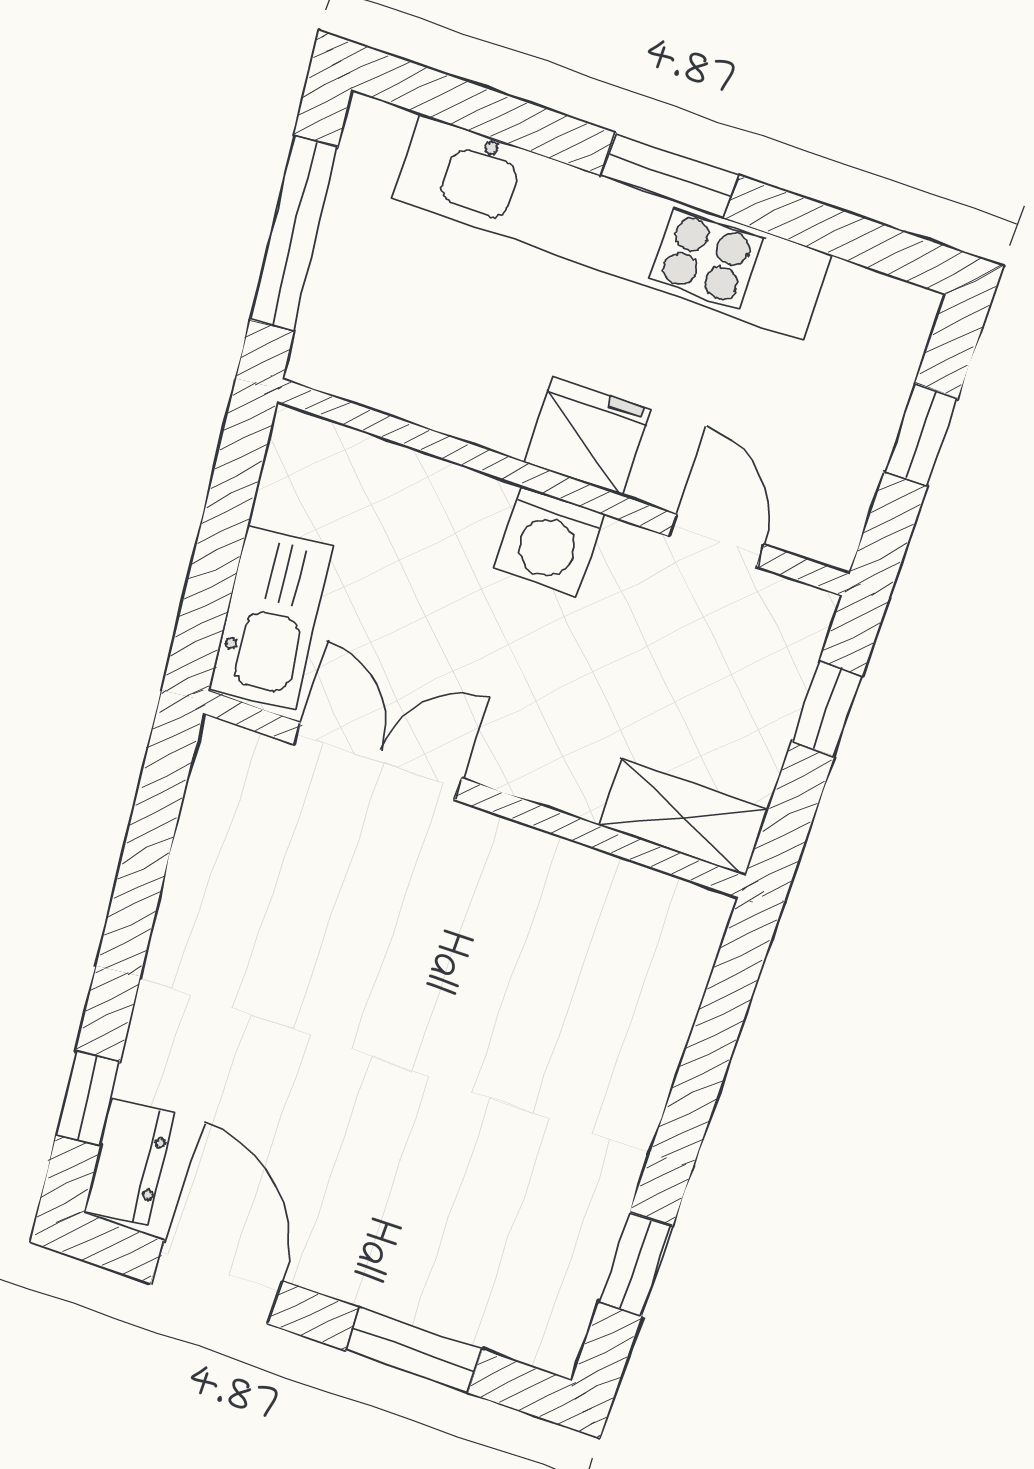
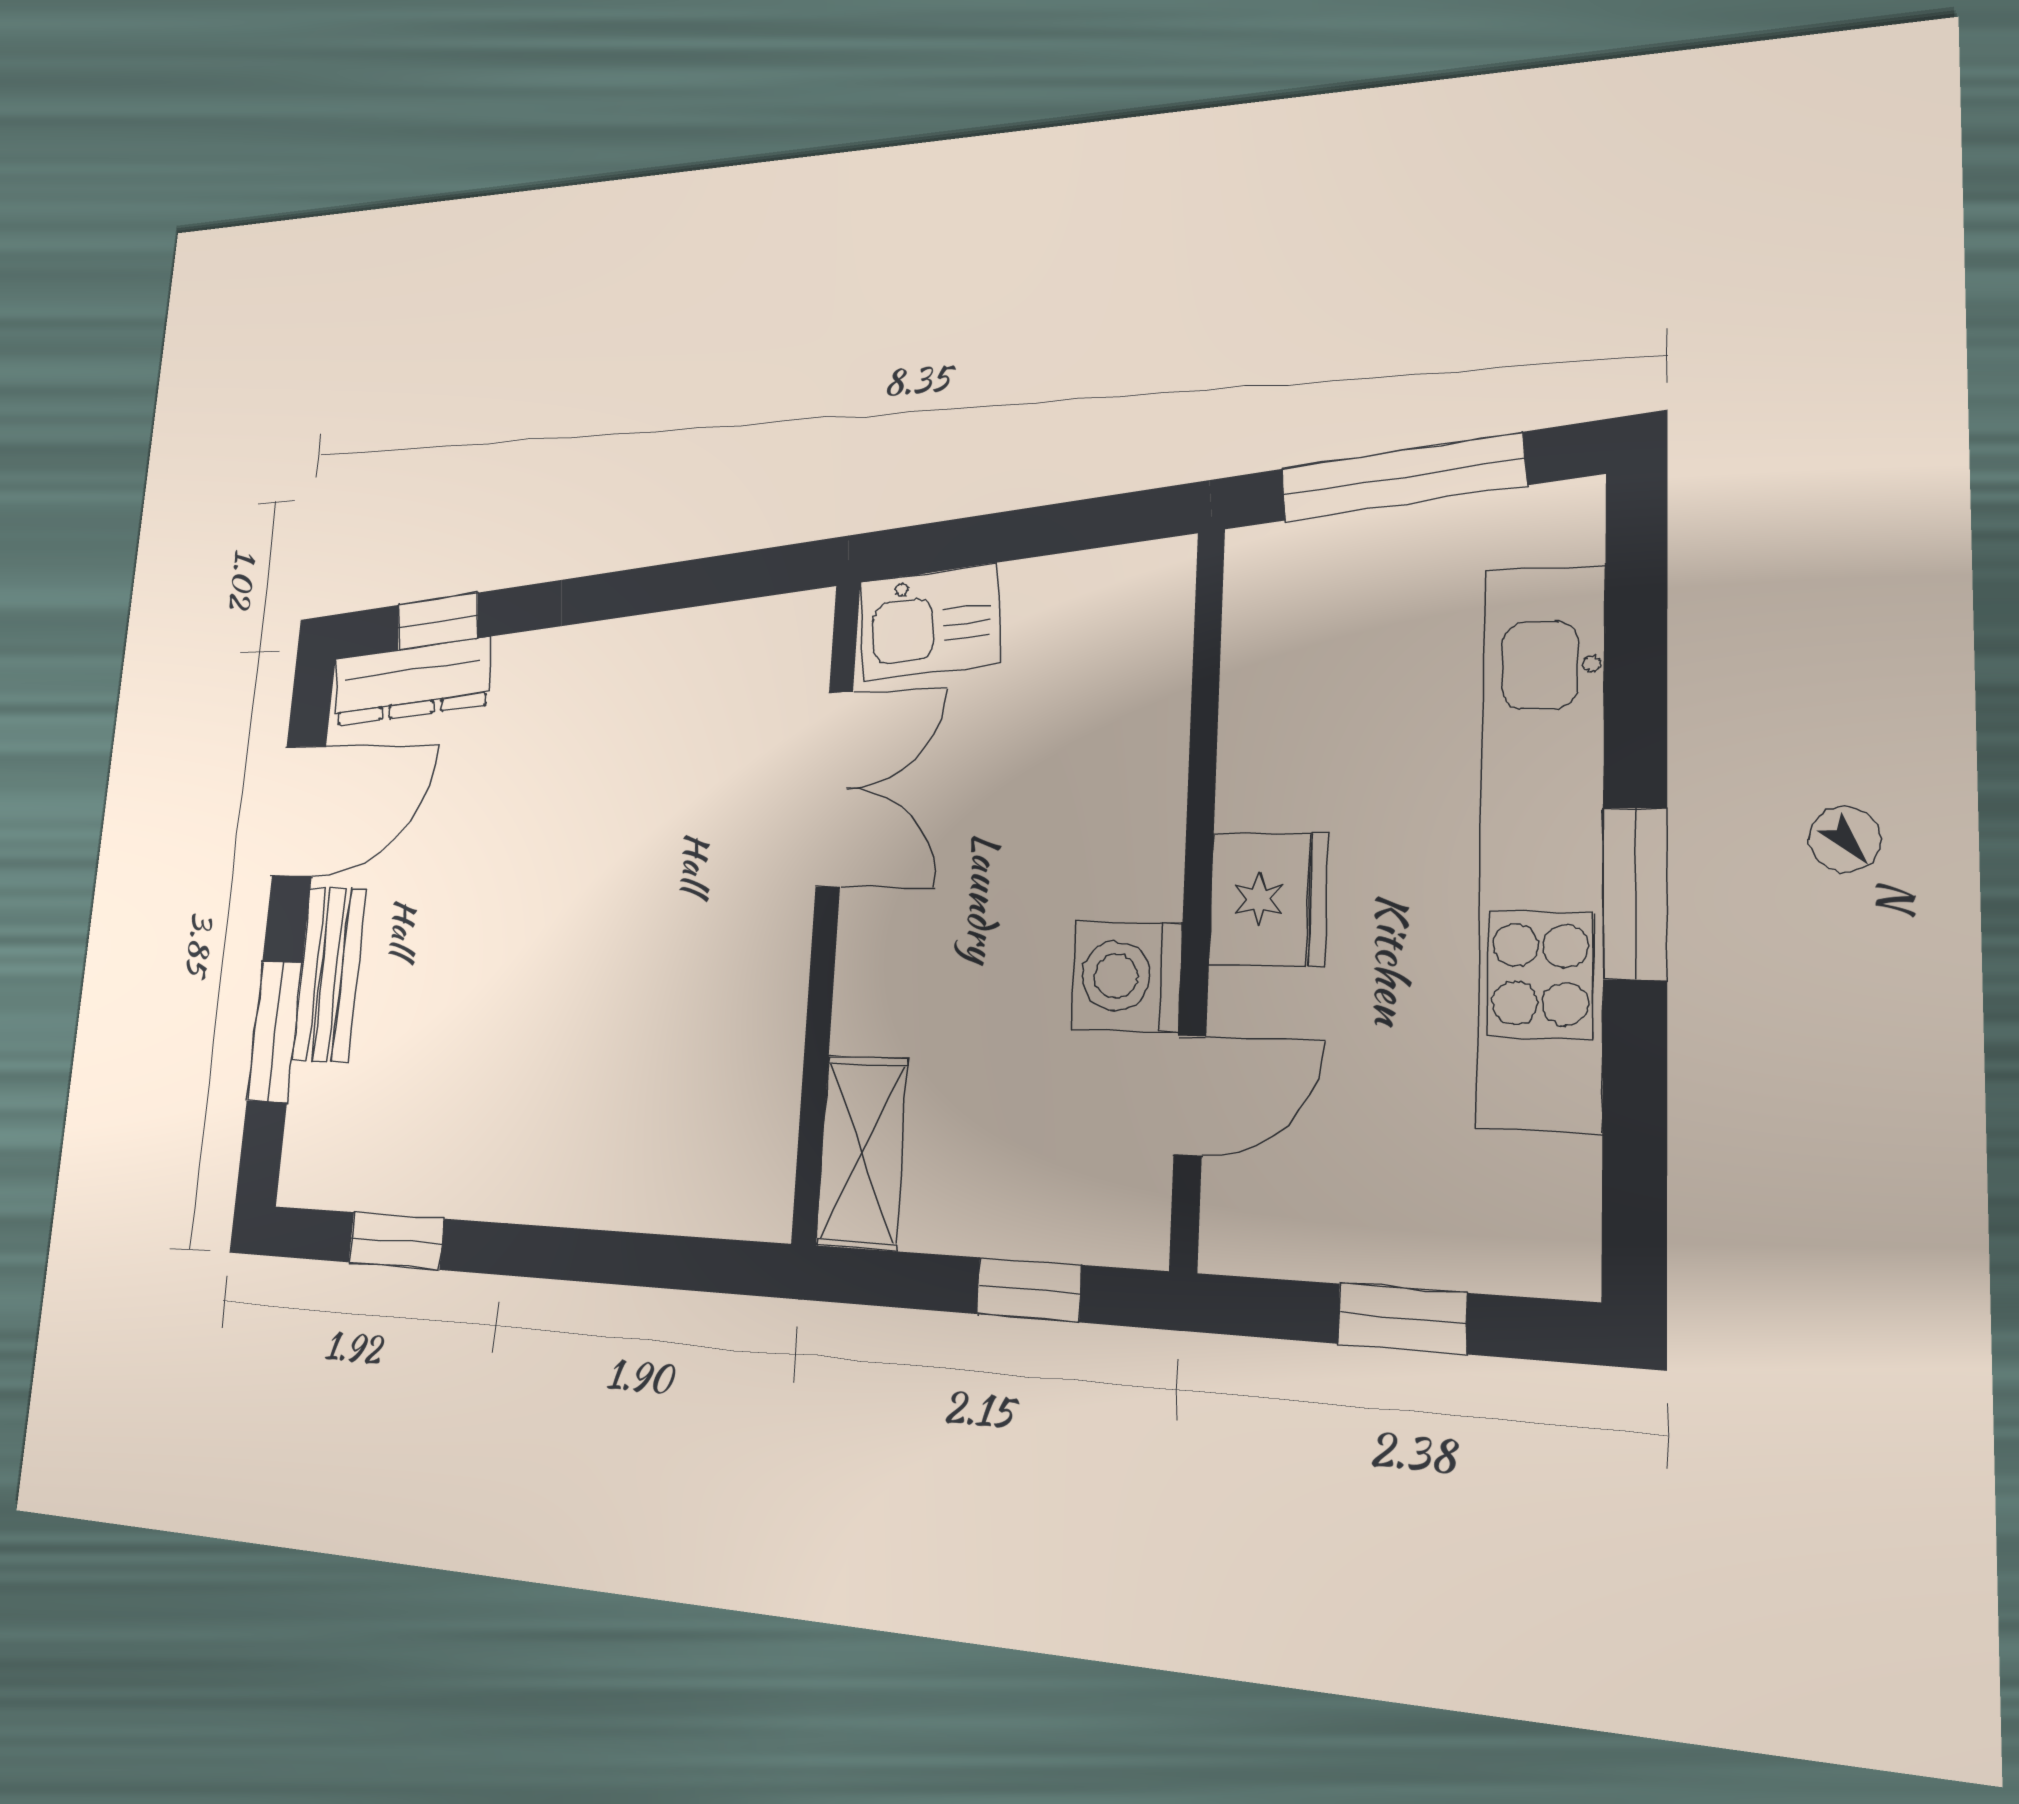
washing machine: (549, 541) -> (1127, 976), moved
kitchen sink: (271, 618) -> (930, 622), width x0.73
dresser: (129, 1163) -> (412, 681), width x1.44
bench: (379, 1282) -> (329, 974), added

